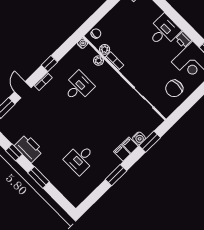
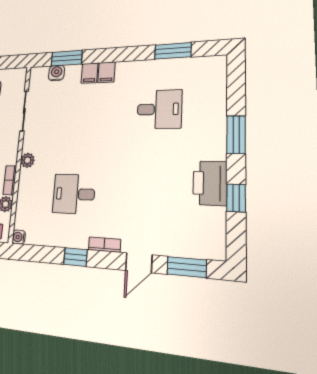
plant: (99, 61) -> (27, 160), moved
water cooler: (139, 138) -> (56, 73), moved
window: (116, 175) -> (173, 51), moved

